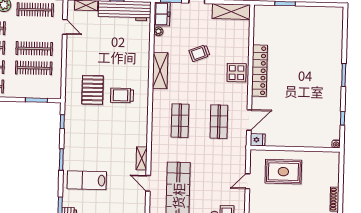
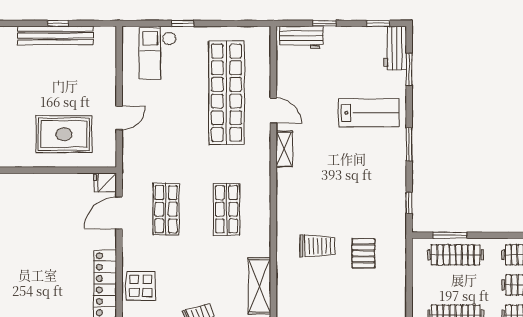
clothes rail: (34, 68) -> (456, 255), moved
pallet: (93, 90) -> (363, 253), width x0.67, depth x0.71

